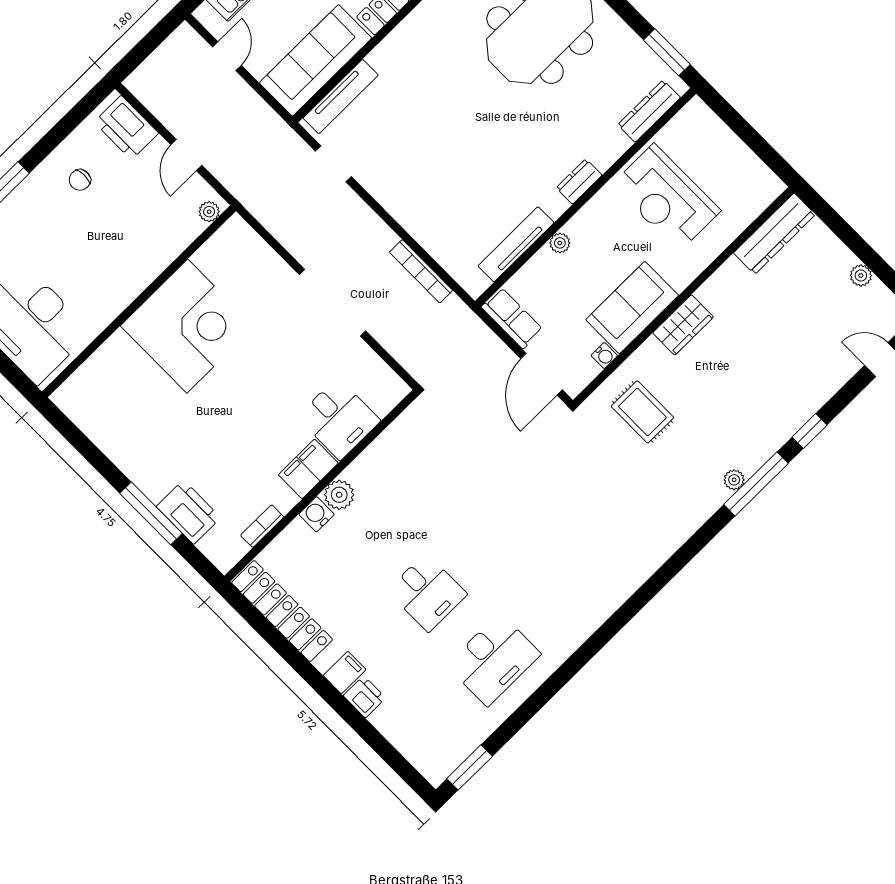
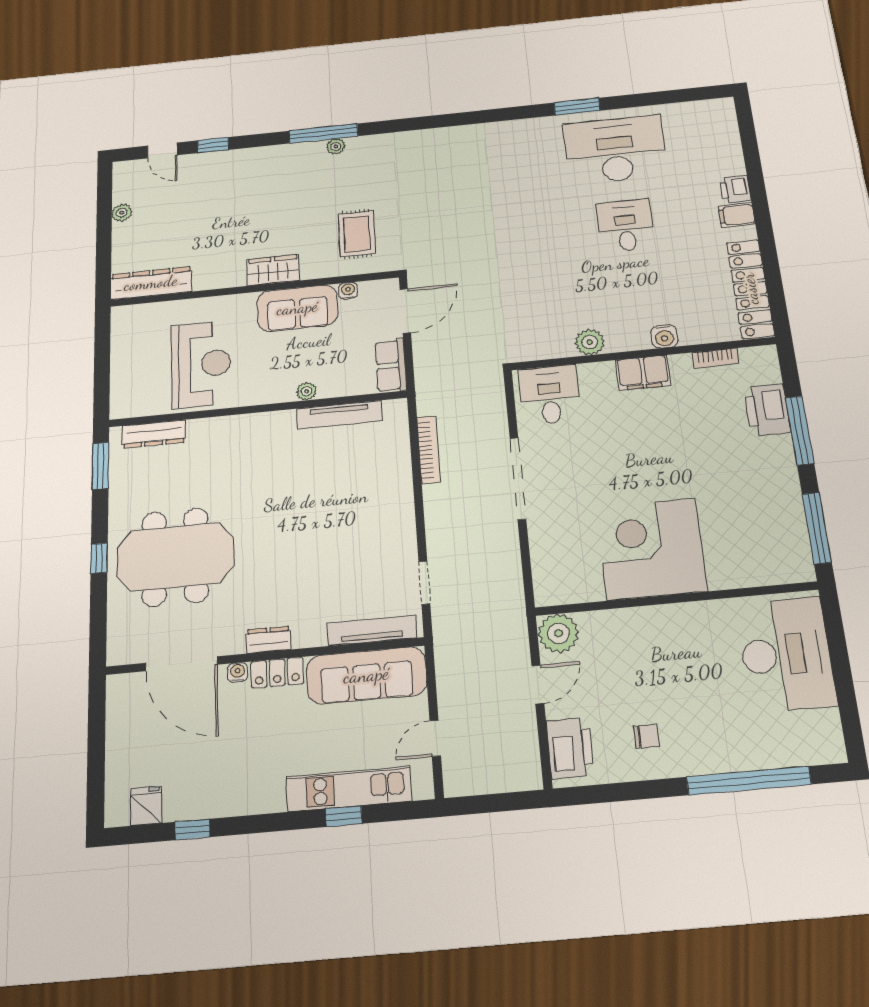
dresser: (579, 181) -> (269, 640), moved, turned 180
plant: (209, 212) -> (558, 633), width x1.88, depth x1.88
desk: (339, 419) -> (550, 395), moved
window: (810, 431) -> (213, 145), moved
window: (79, 441) -> (817, 528), added
plant: (339, 495) -> (590, 342), moved
desk: (494, 660) -> (615, 150), width x1.36, depth x1.30
window: (470, 767) -> (577, 107), moved

